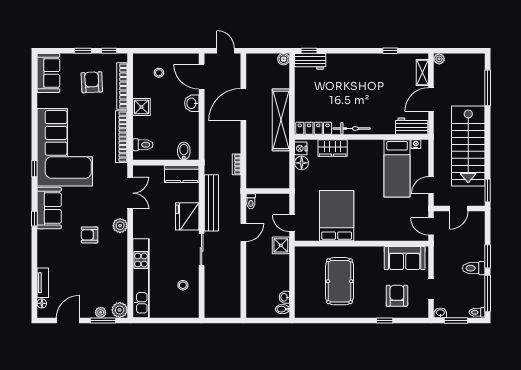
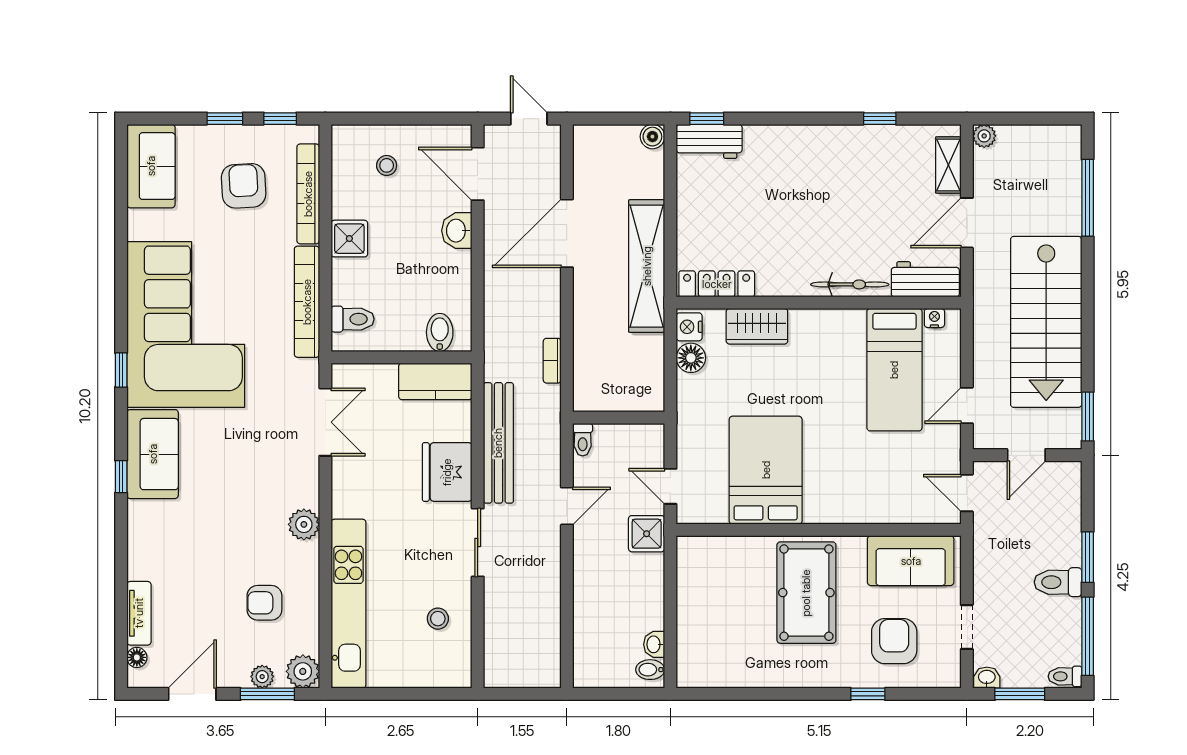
bicycle: (352, 129) -> (850, 284), moved
plant: (120, 226) -> (304, 524), moved
armchair: (90, 235) -> (264, 603), moved
pool table: (340, 281) -> (806, 593), moved

